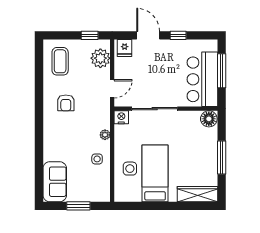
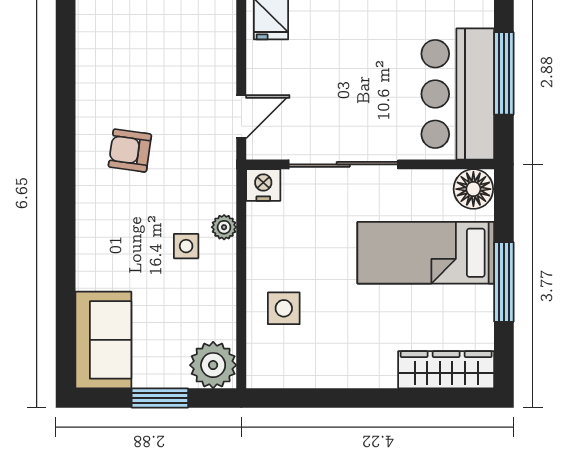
plant: (100, 58) -> (213, 365), moved
coffee table: (60, 61) -> (116, 51), removed
armchair: (66, 103) -> (130, 151), turned 98
side table: (97, 159) -> (186, 246), moved
bed: (155, 173) -> (426, 253), moved, turned -90

